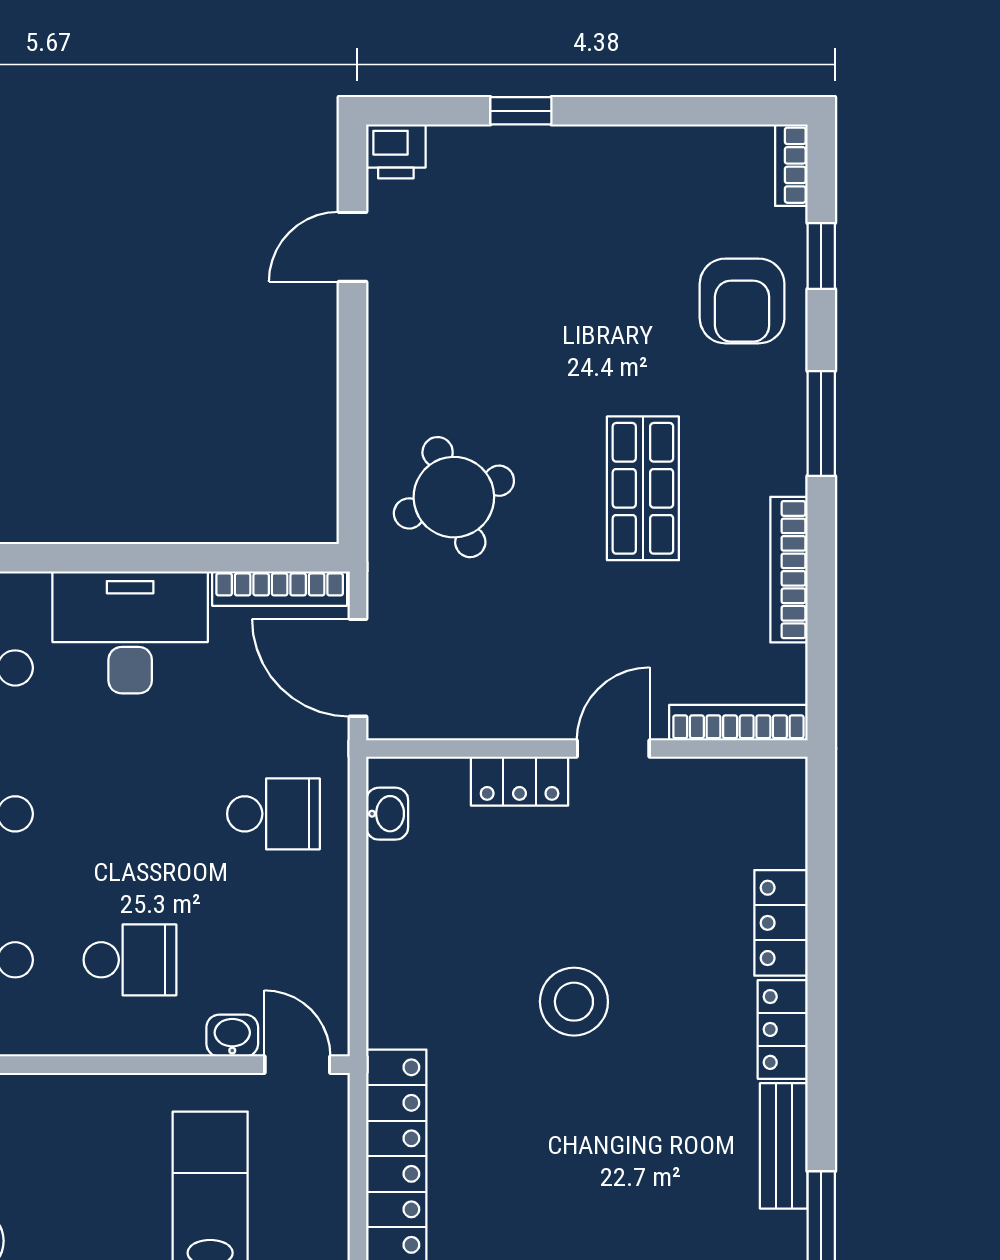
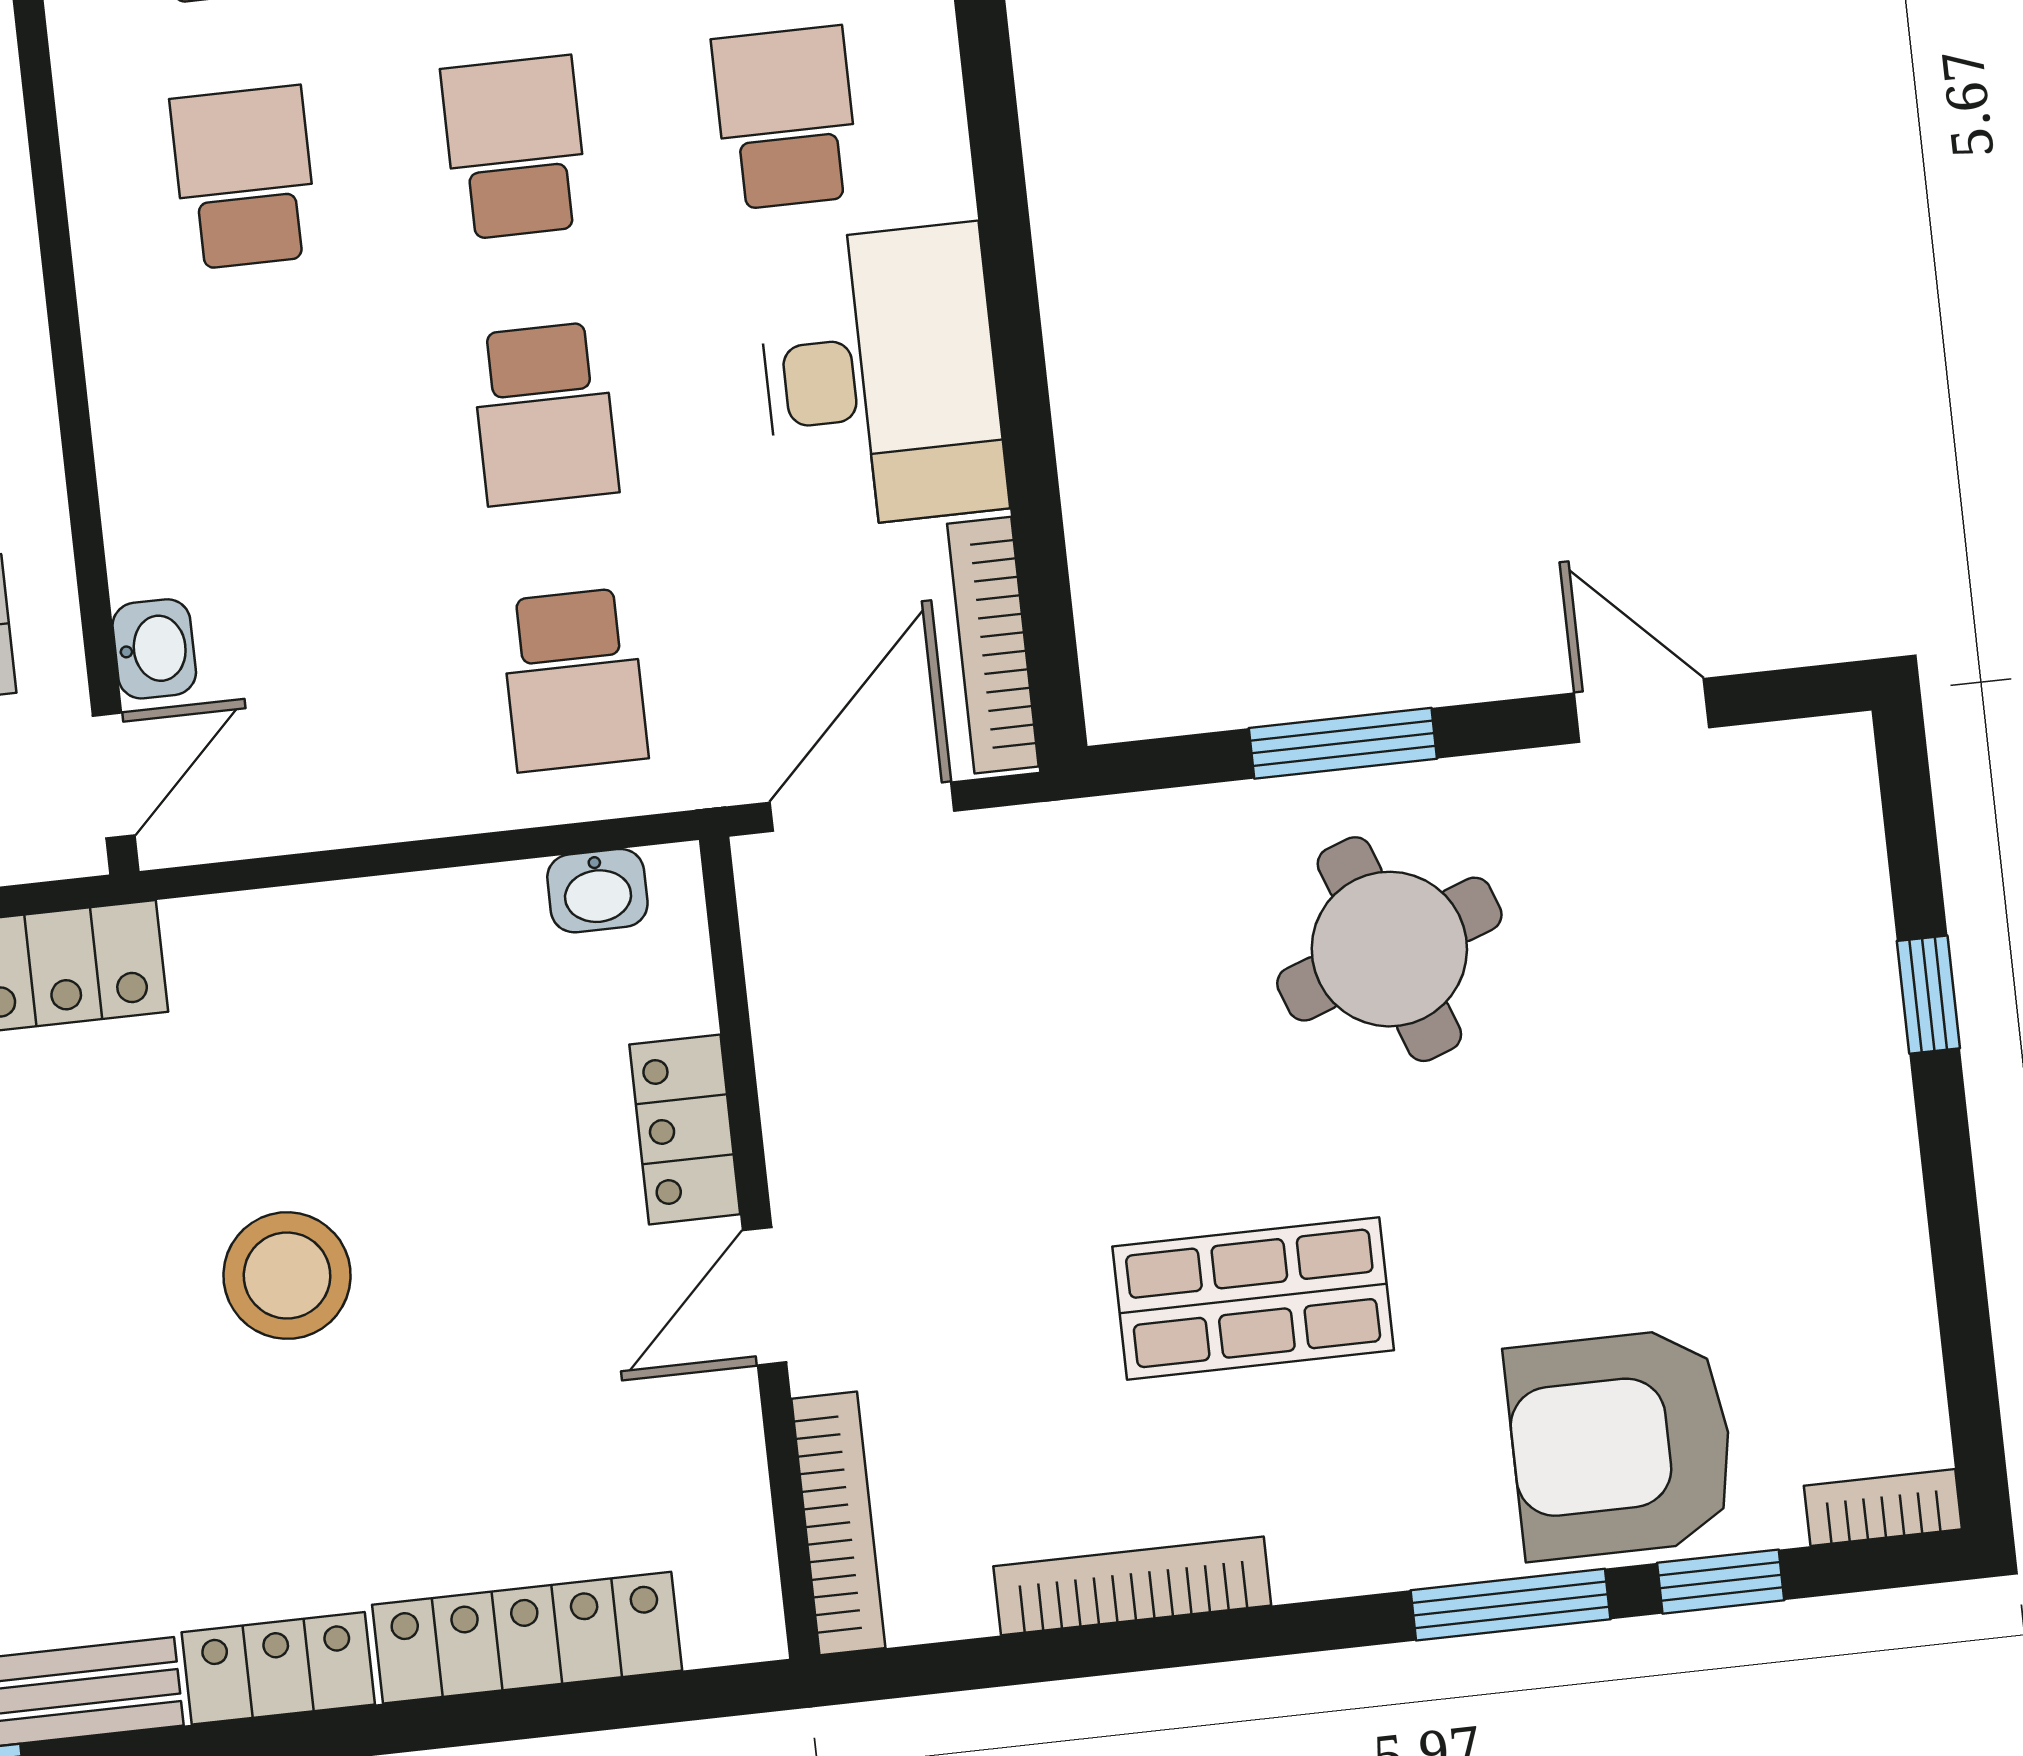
printer: (396, 151) -> (1827, 771), removed
armchair: (742, 301) -> (1621, 1444), width x1.36, depth x1.36
window: (353, 408) -> (1343, 743), added
window: (821, 423) -> (1511, 1605), moved
round table: (454, 497) -> (1389, 949), moved
door: (613, 748) -> (765, 1296), swing flipped
locker: (781, 923) -> (527, 1638), width x1.53
school desk: (130, 960) -> (544, 414), moved

